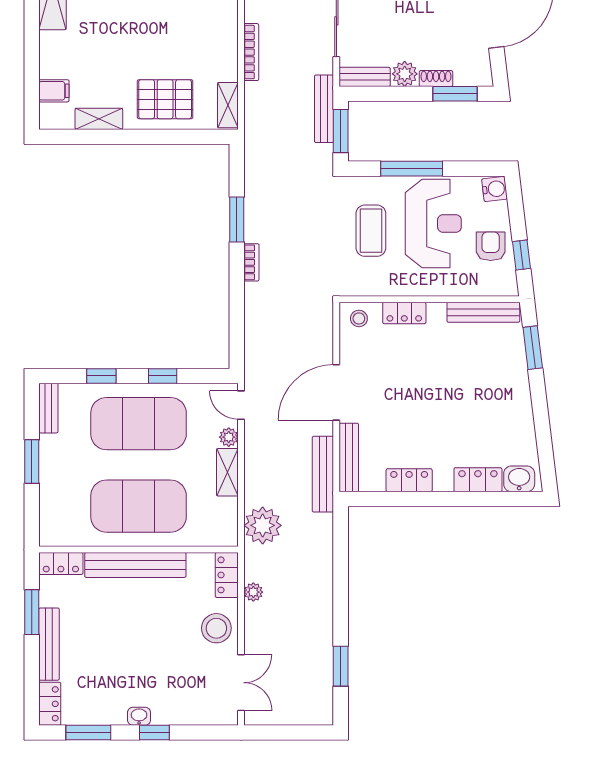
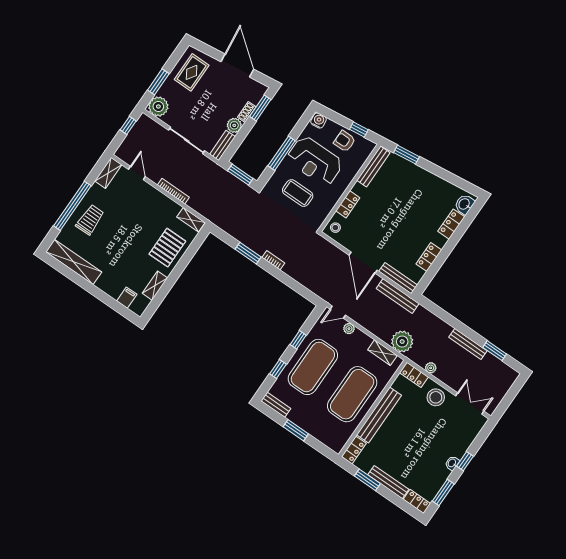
bench: (324, 109) -> (468, 344), moved
reception desk: (433, 224) -> (315, 161), turned 180
shelving: (227, 472) -> (382, 353), moved

